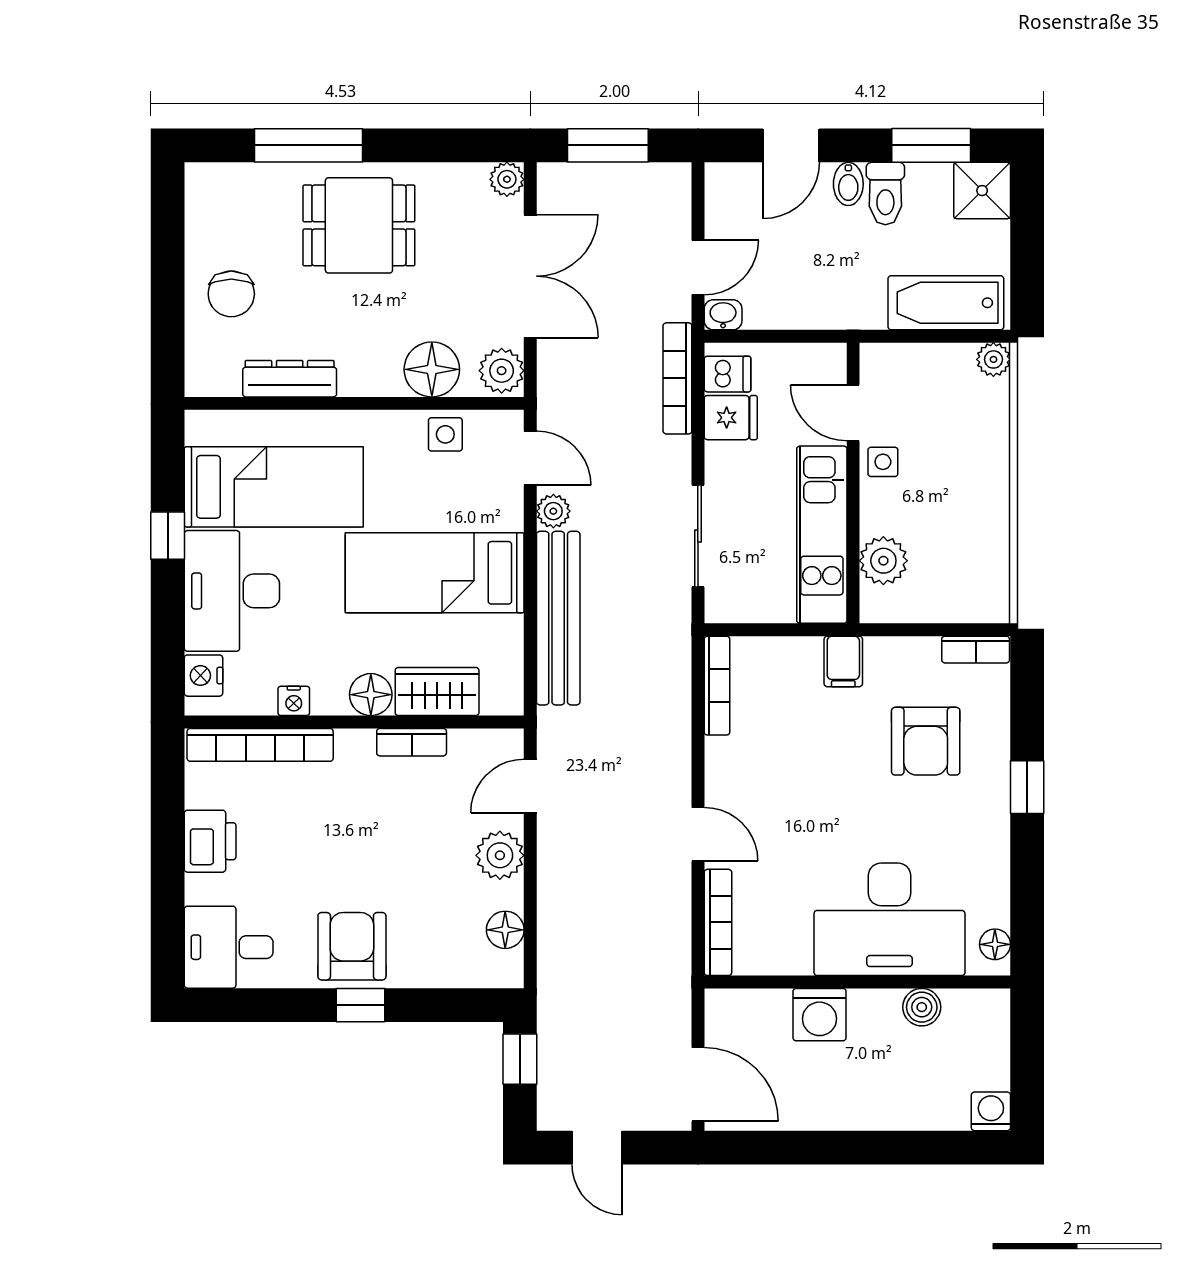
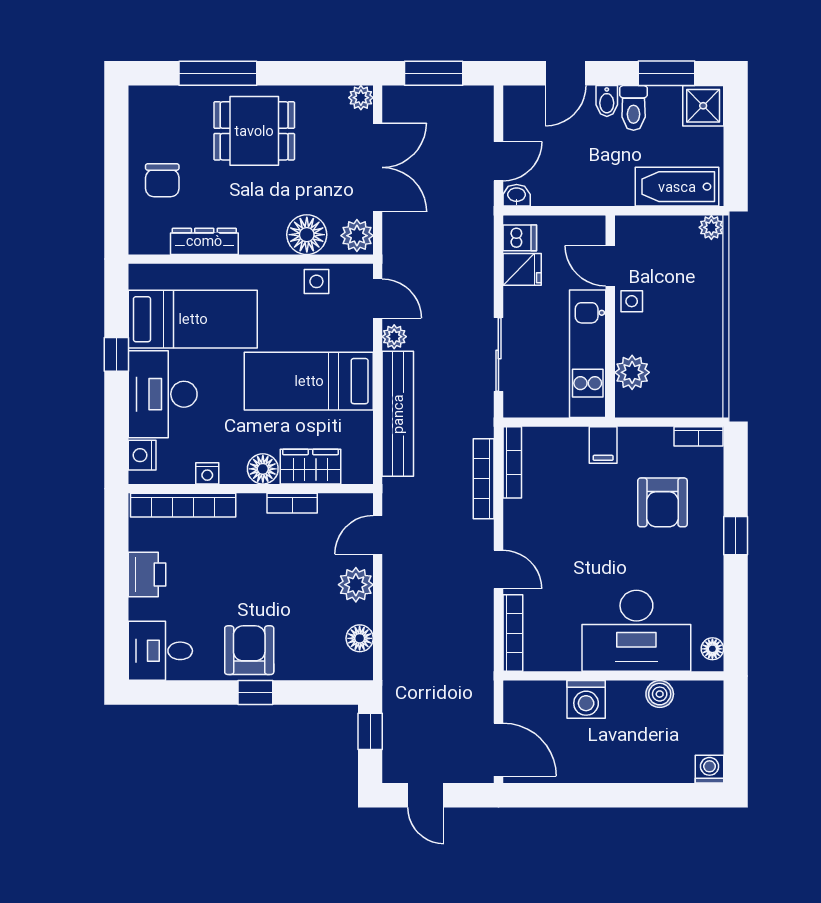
bookcase: (677, 378) -> (484, 479), moved

